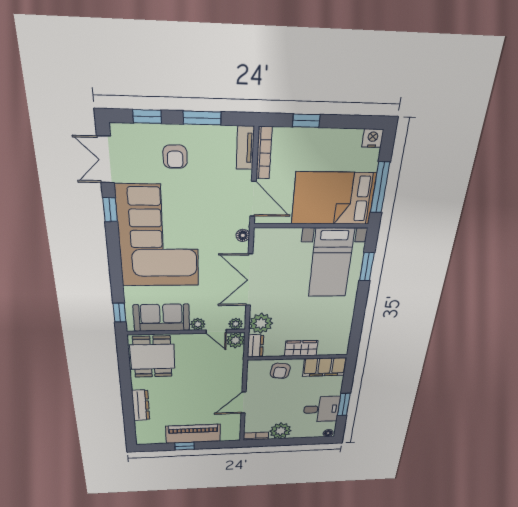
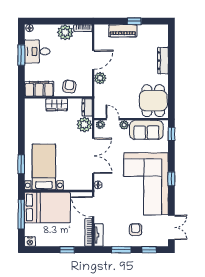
window: (110, 210) -> (171, 179), moved
plant: (236, 340) -> (100, 78), moved
piano: (193, 434) -> (123, 31), width x0.73, depth x0.75

